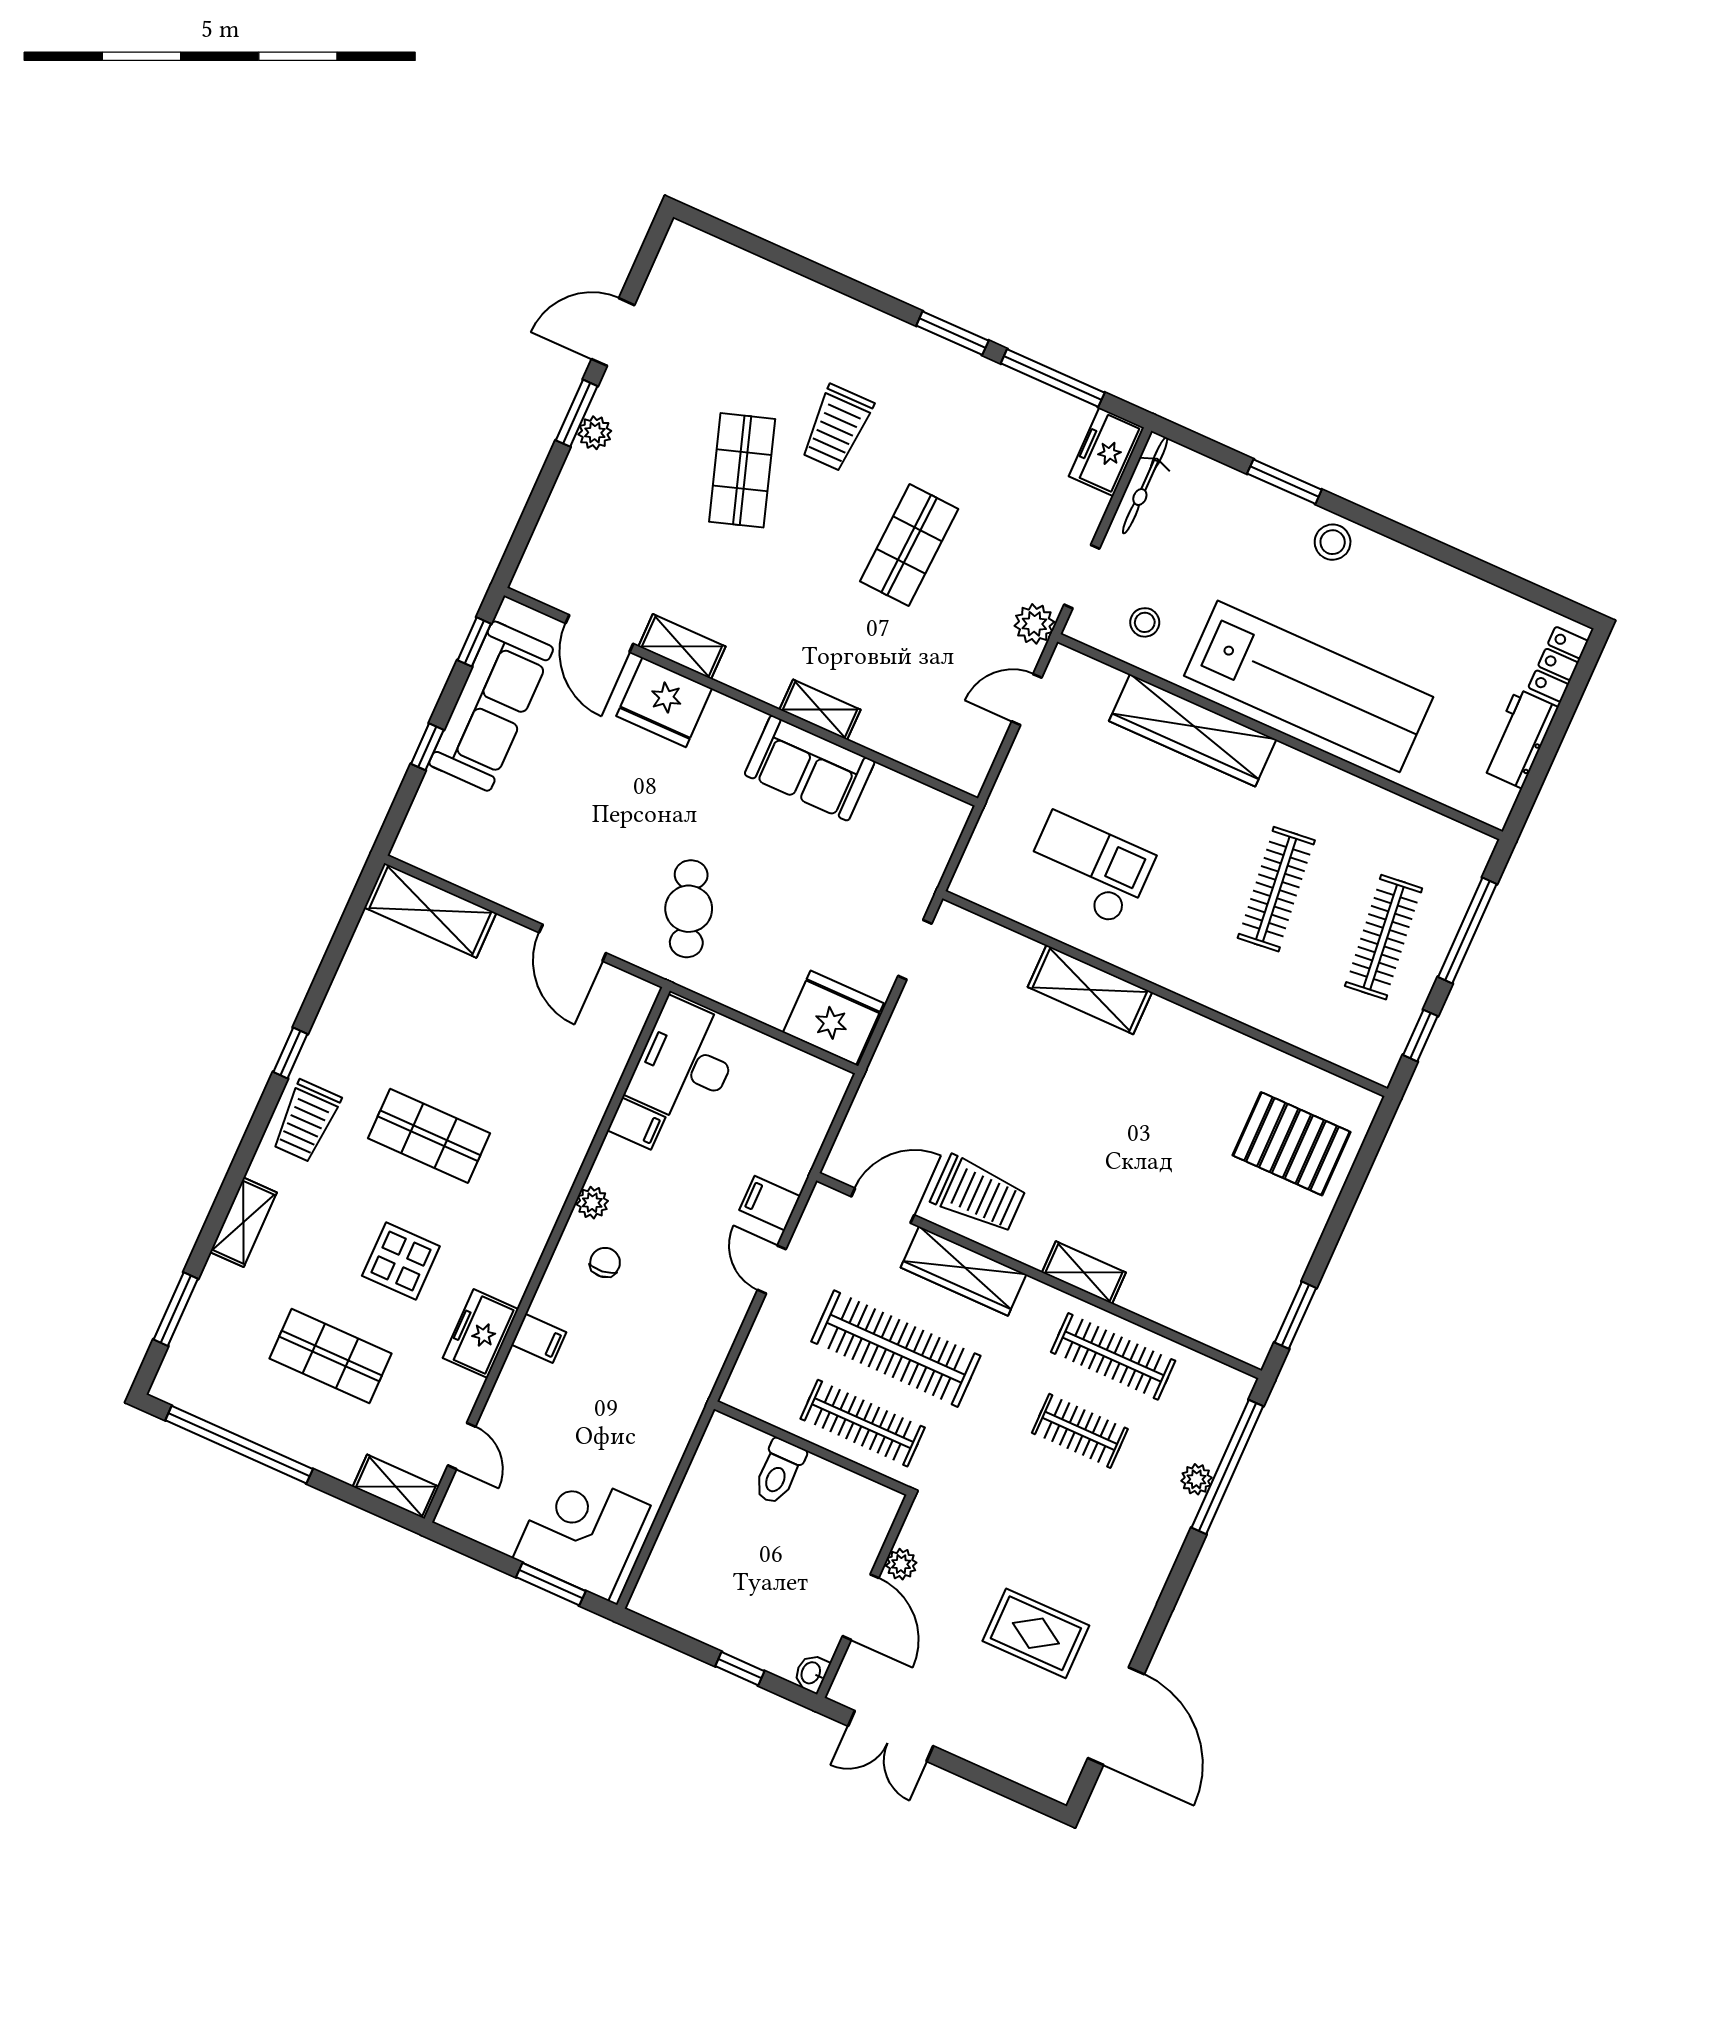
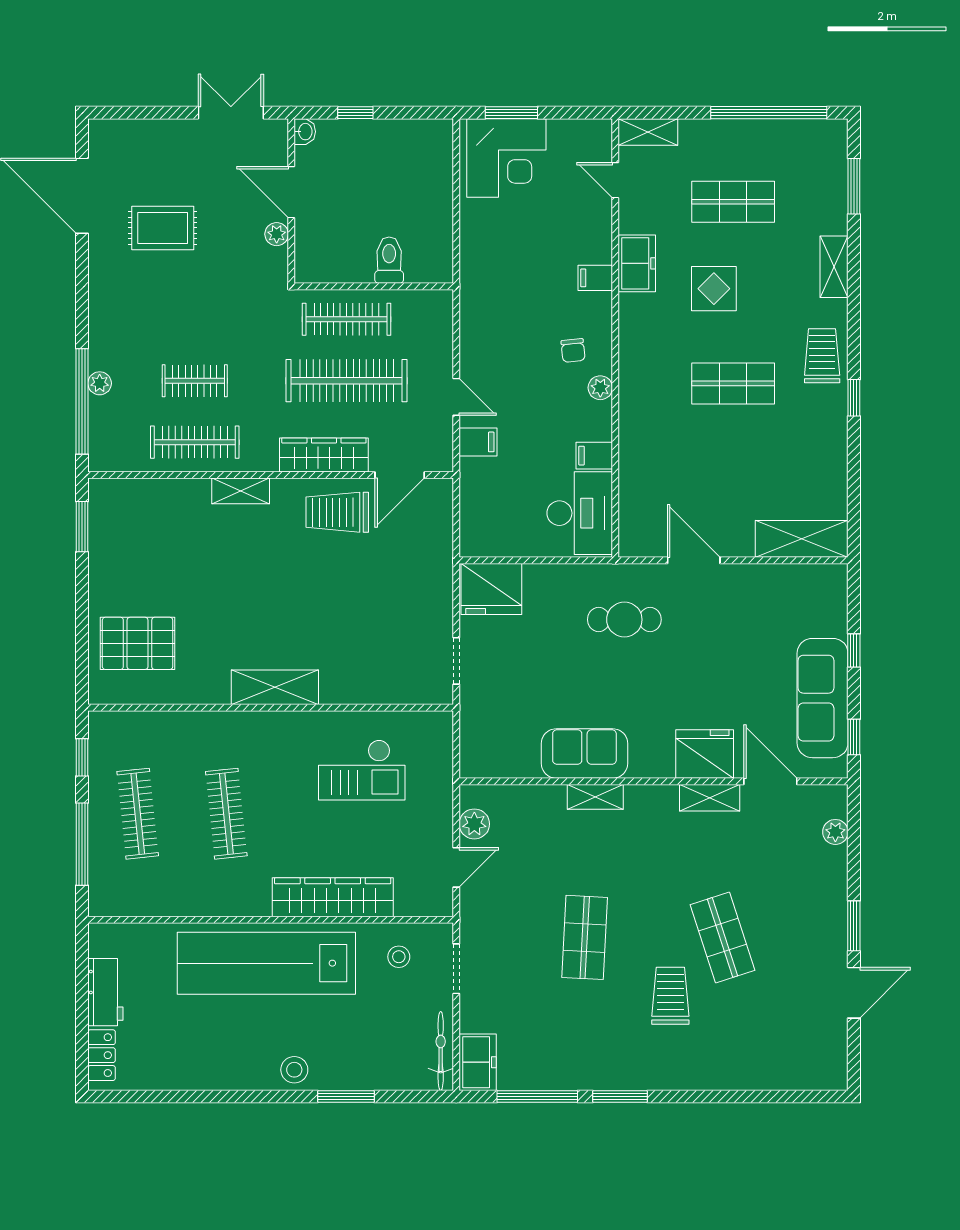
plant: (595, 433) -> (835, 832), moved
plant: (1034, 624) -> (474, 824), moved
cafe table: (689, 909) -> (624, 620), turned -70
shelving: (1090, 990) -> (275, 687), moved

